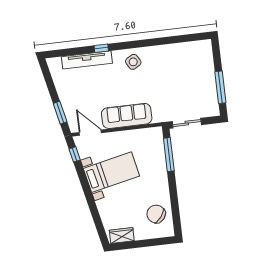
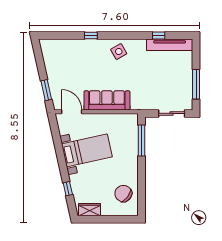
window: (174, 40) -> (159, 36), added
tv unit: (87, 60) -> (170, 45), moved
sliding door: (187, 123) -> (172, 113), moved
window: (75, 154) -> (68, 189), moved

